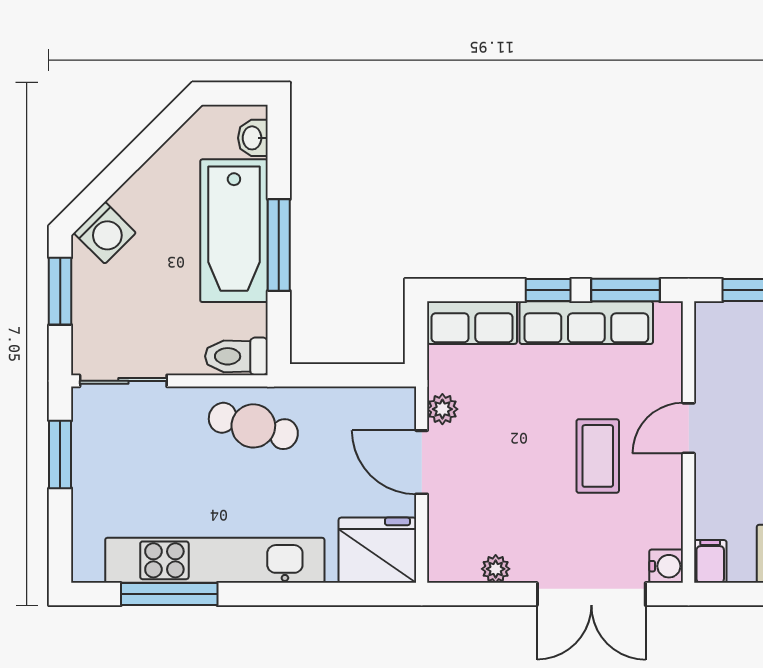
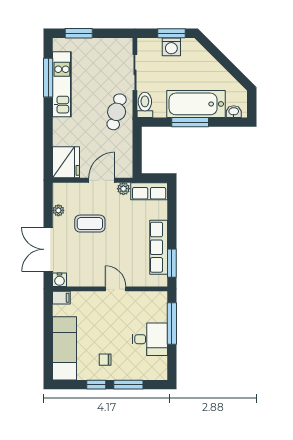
washing machine: (105, 233) -> (171, 47), moved, turned -45
window: (548, 290) -> (172, 232), removed
row of seats: (472, 323) -> (149, 191), moved, turned -90
sliding door: (123, 381) -> (135, 72), moved
window: (60, 454) -> (79, 33), moved
coffee table: (598, 456) -> (90, 224), moved
kitchen unit: (215, 560) -> (62, 84), width x0.73

